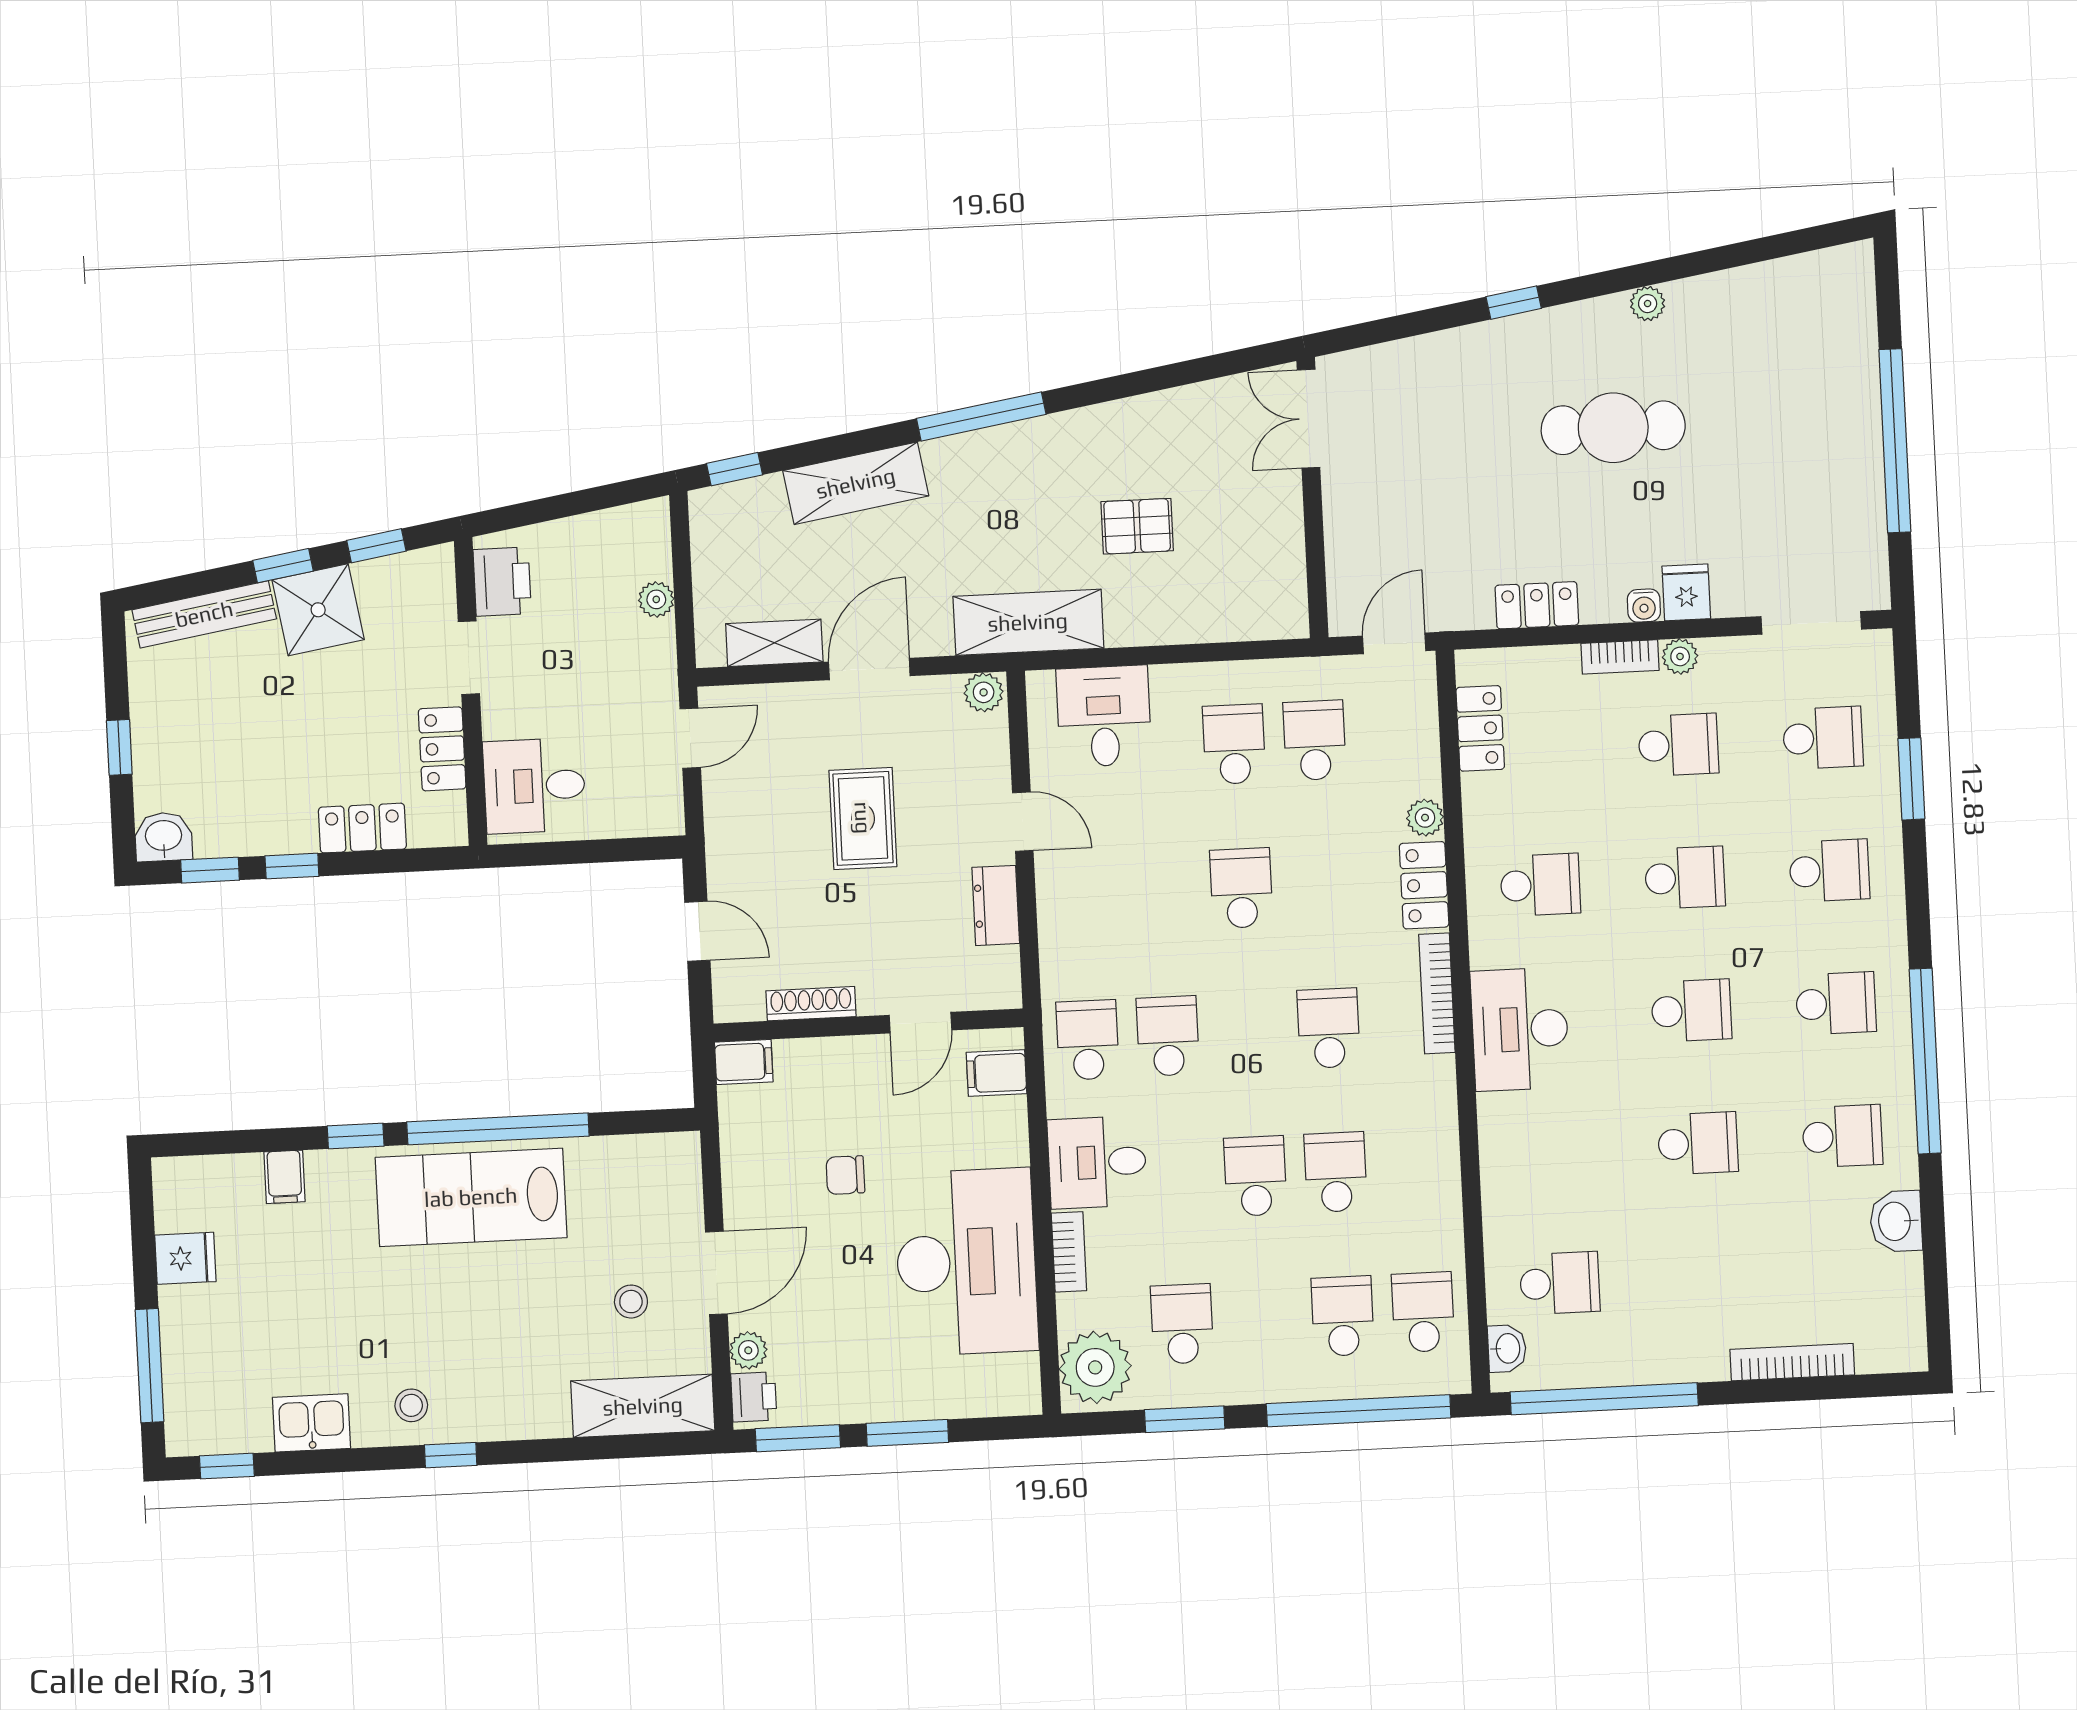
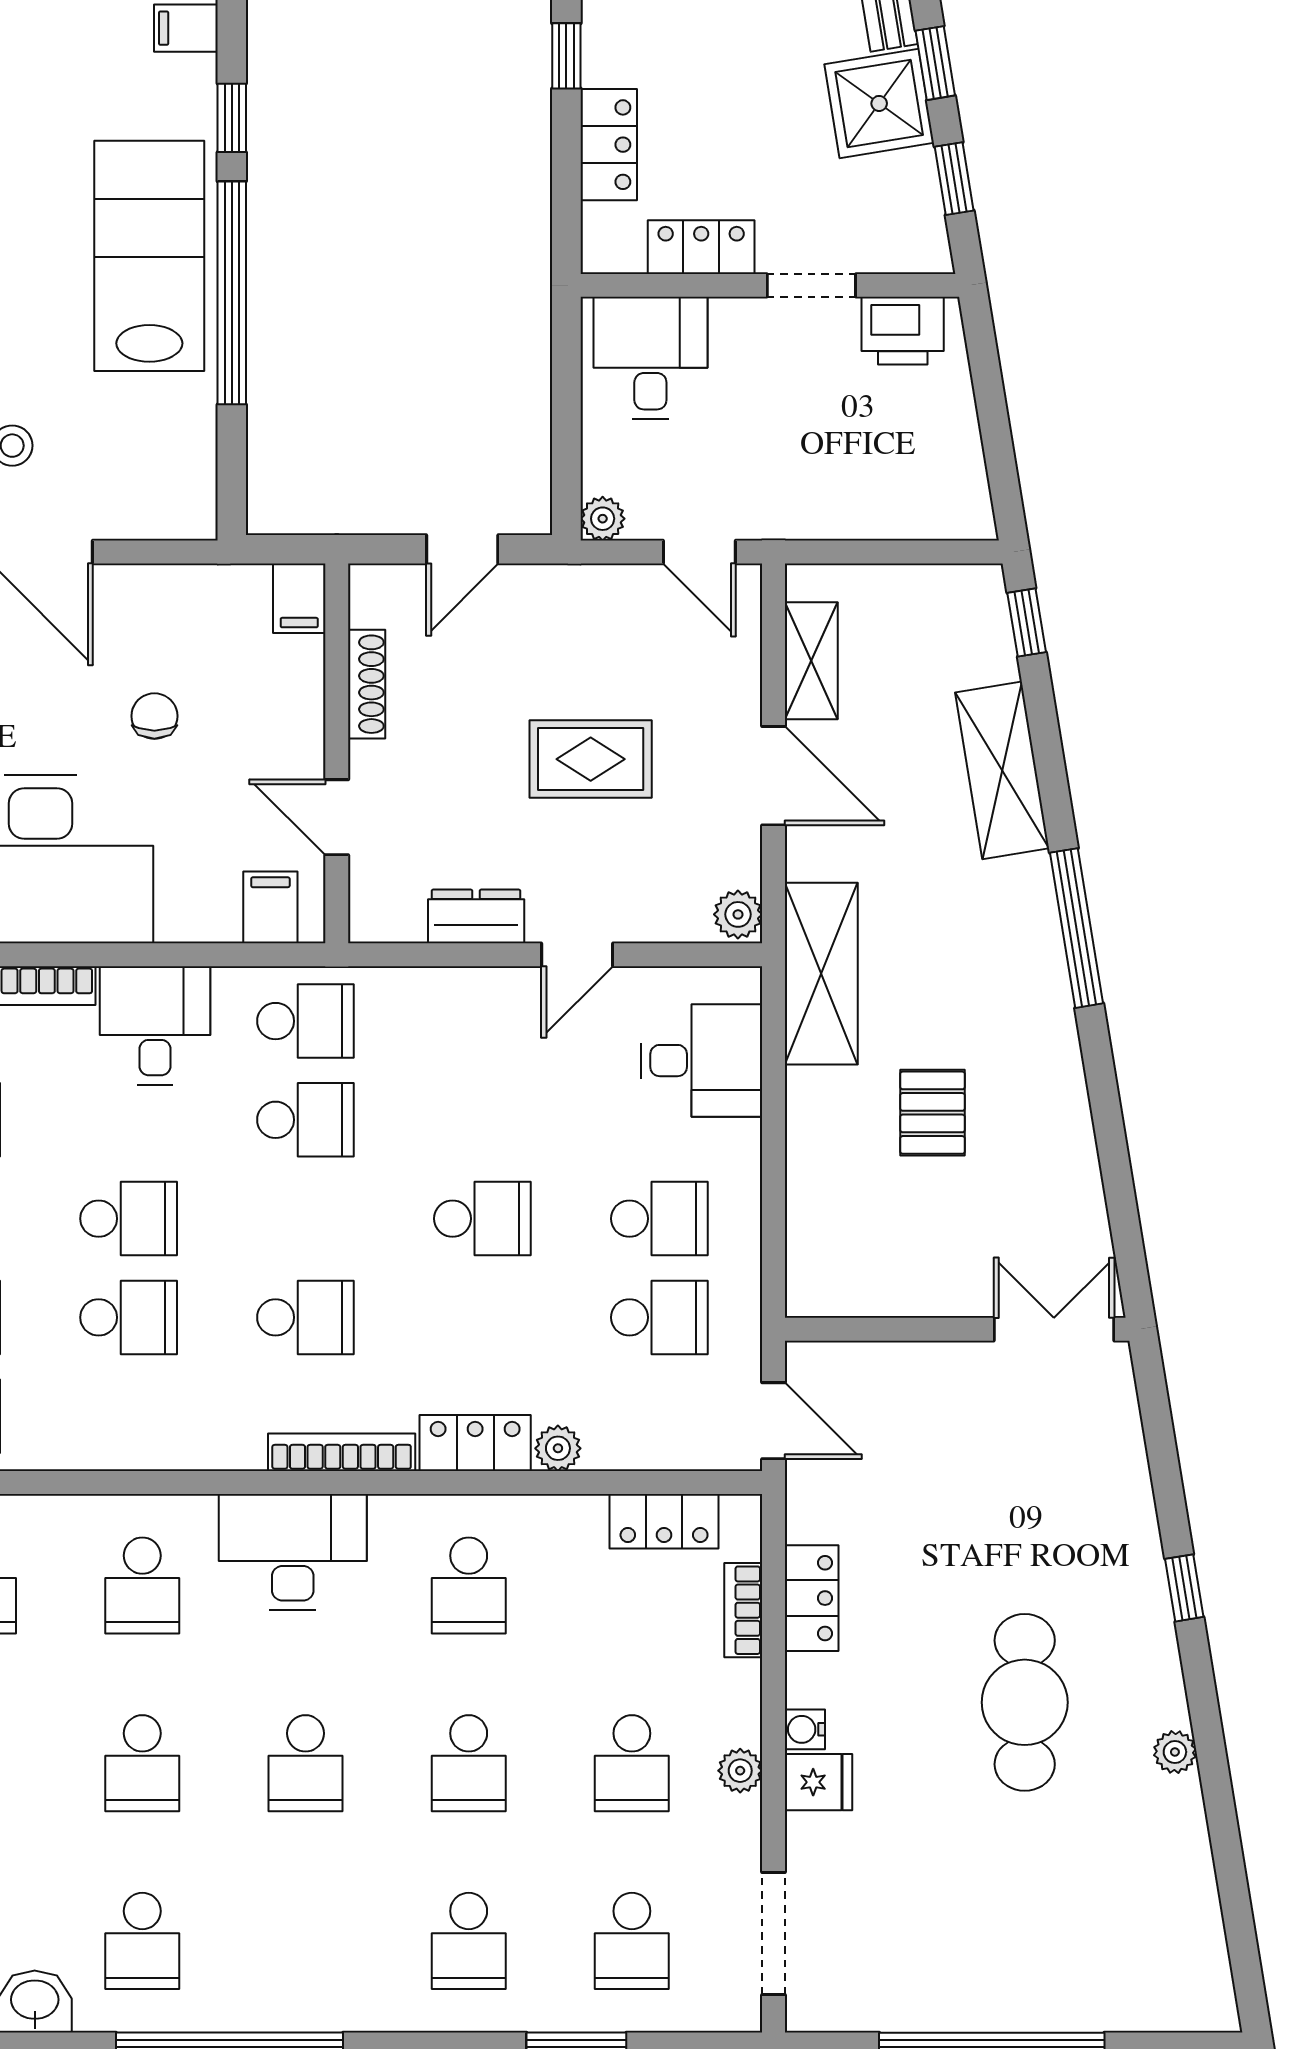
plant: (656, 599) -> (603, 519), moved
bookcase: (1620, 657) -> (743, 1610), moved
school desk: (1836, 1003) -> (142, 1586), moved

